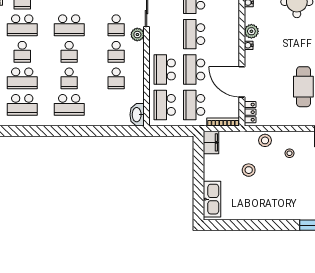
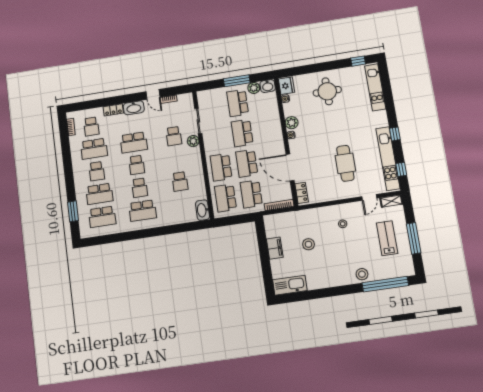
school desk: (116, 52) -> (177, 159), removed
stool: (265, 140) -> (362, 274), moved
filing cabinet: (211, 142) -> (275, 248), moved
kitchen sink: (212, 199) -> (290, 285), moved, turned -90

